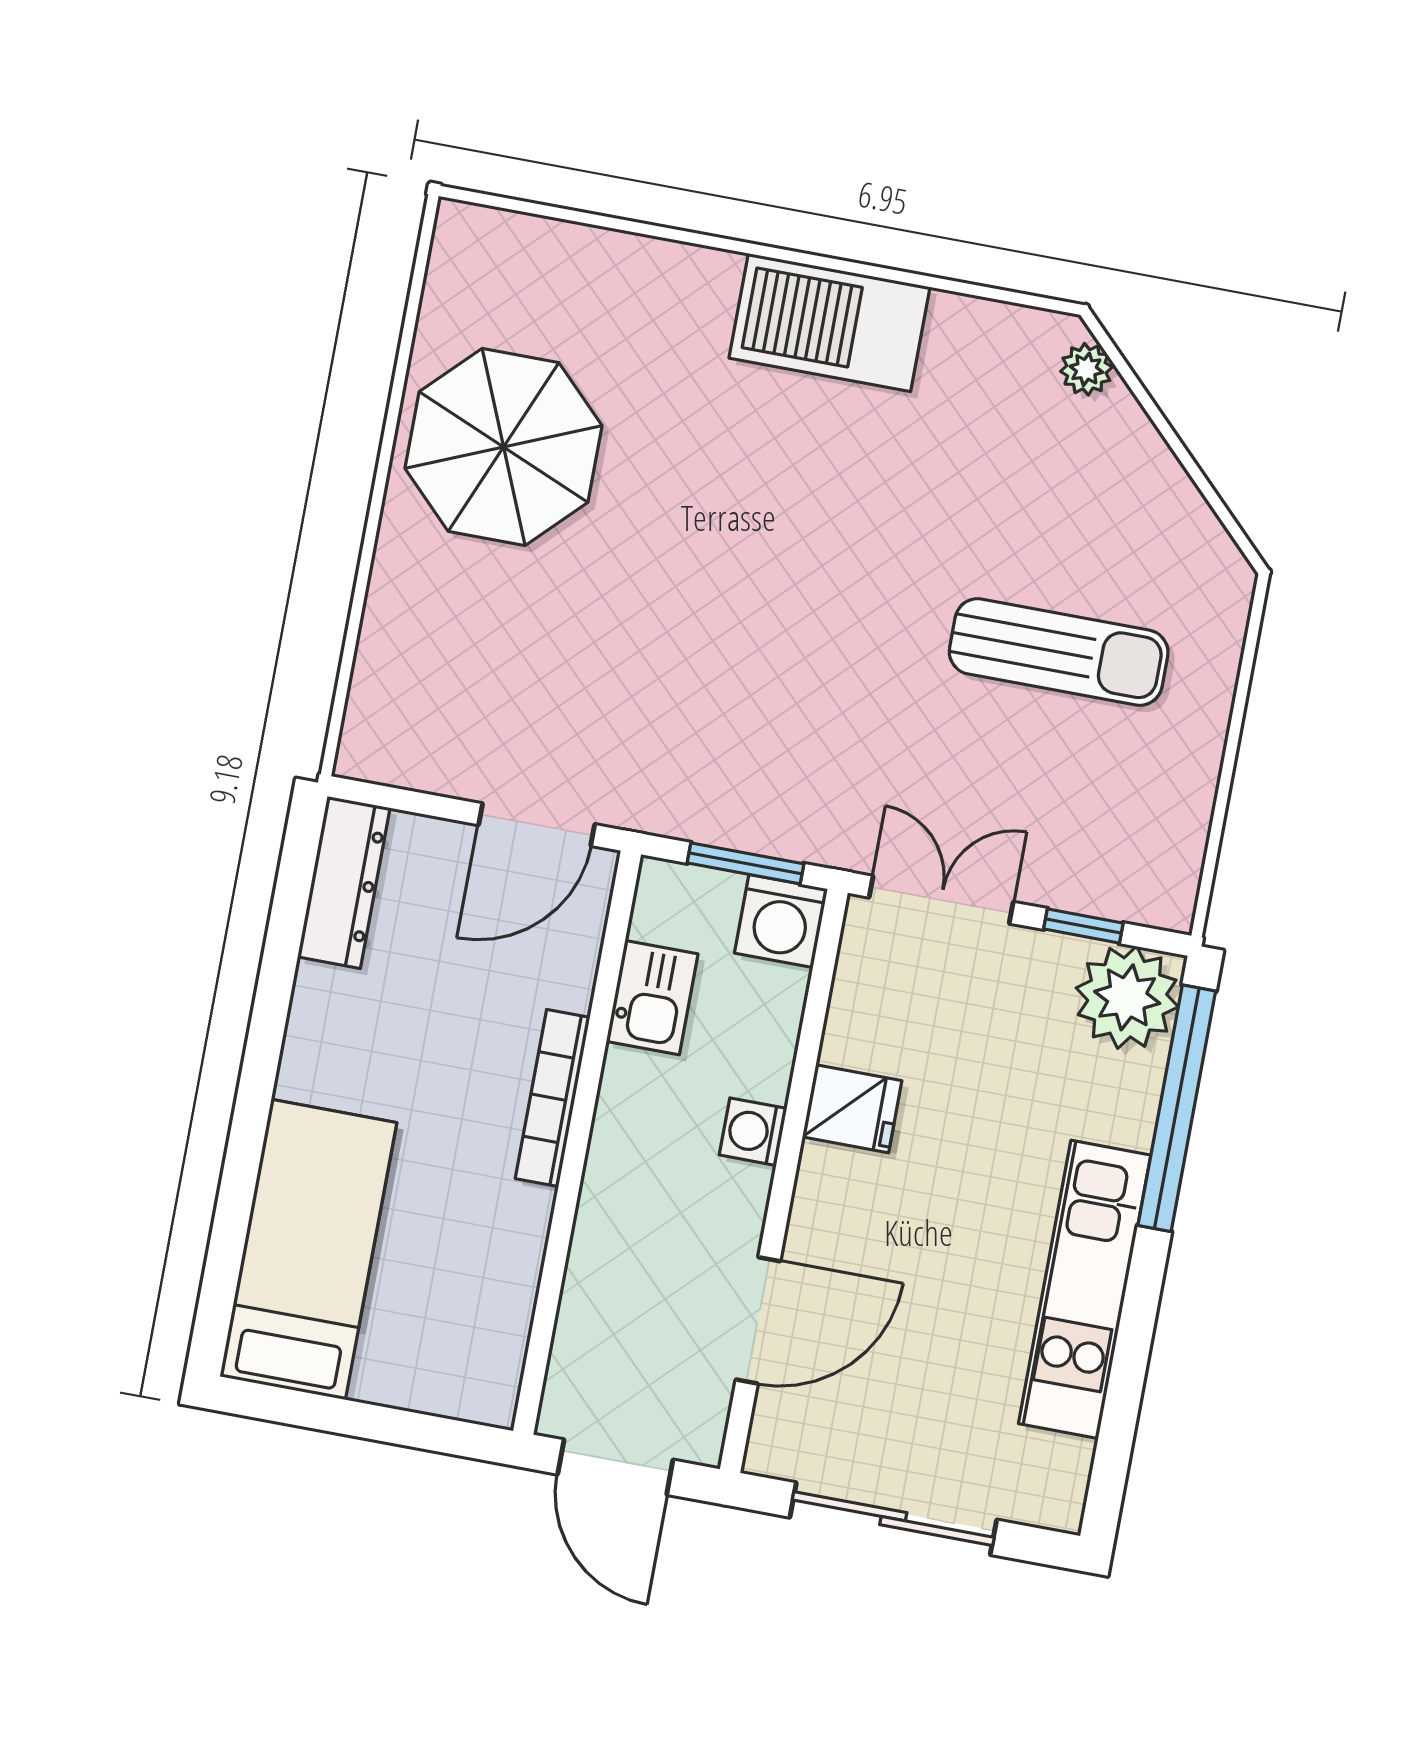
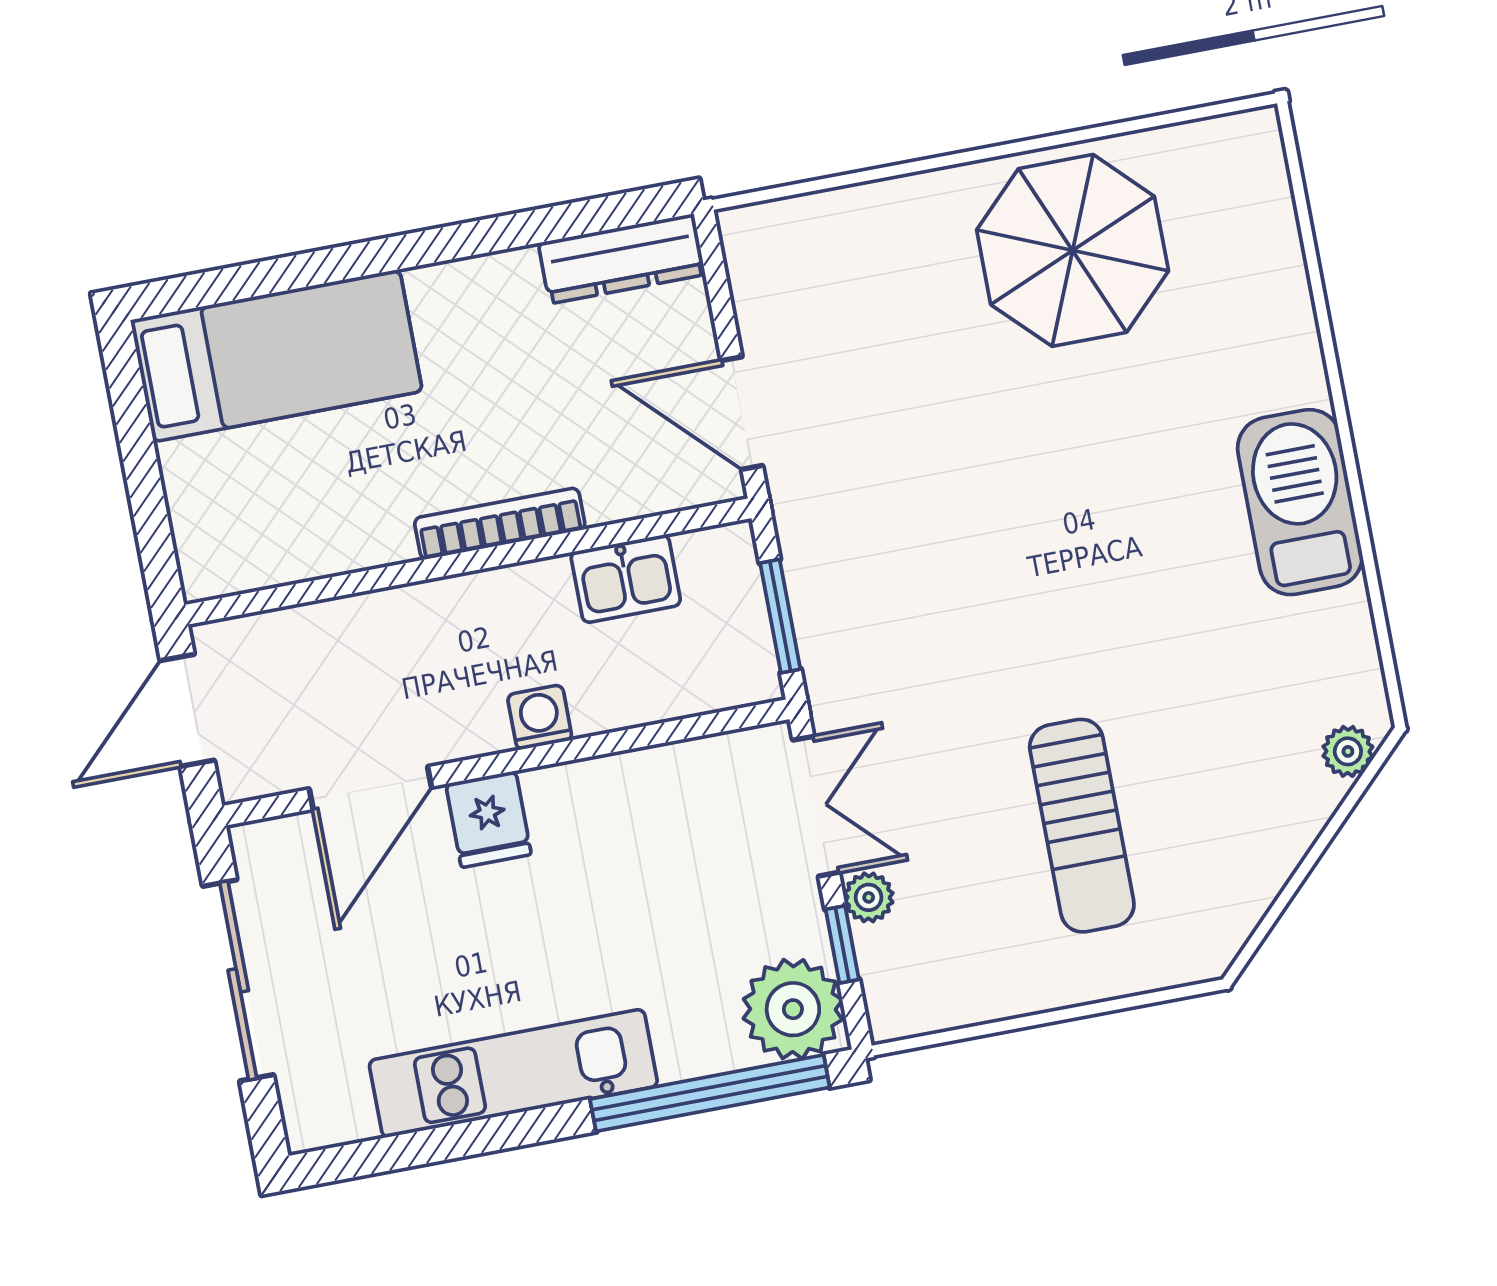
plant: (1048, 883) -> (869, 897), added
washing machine: (781, 921) -> (740, 669), removed
fridge: (852, 1109) -> (488, 819), moved
door: (758, 1320) -> (370, 788), hinge flipped

